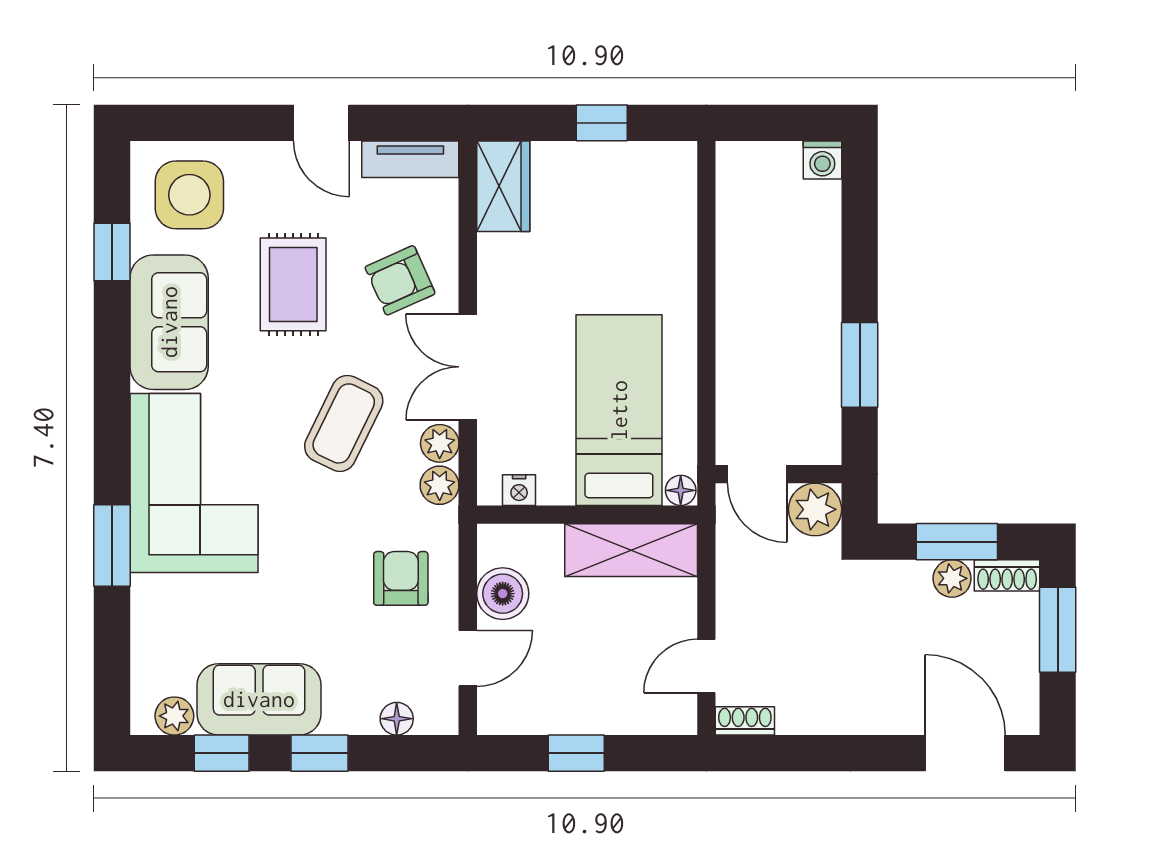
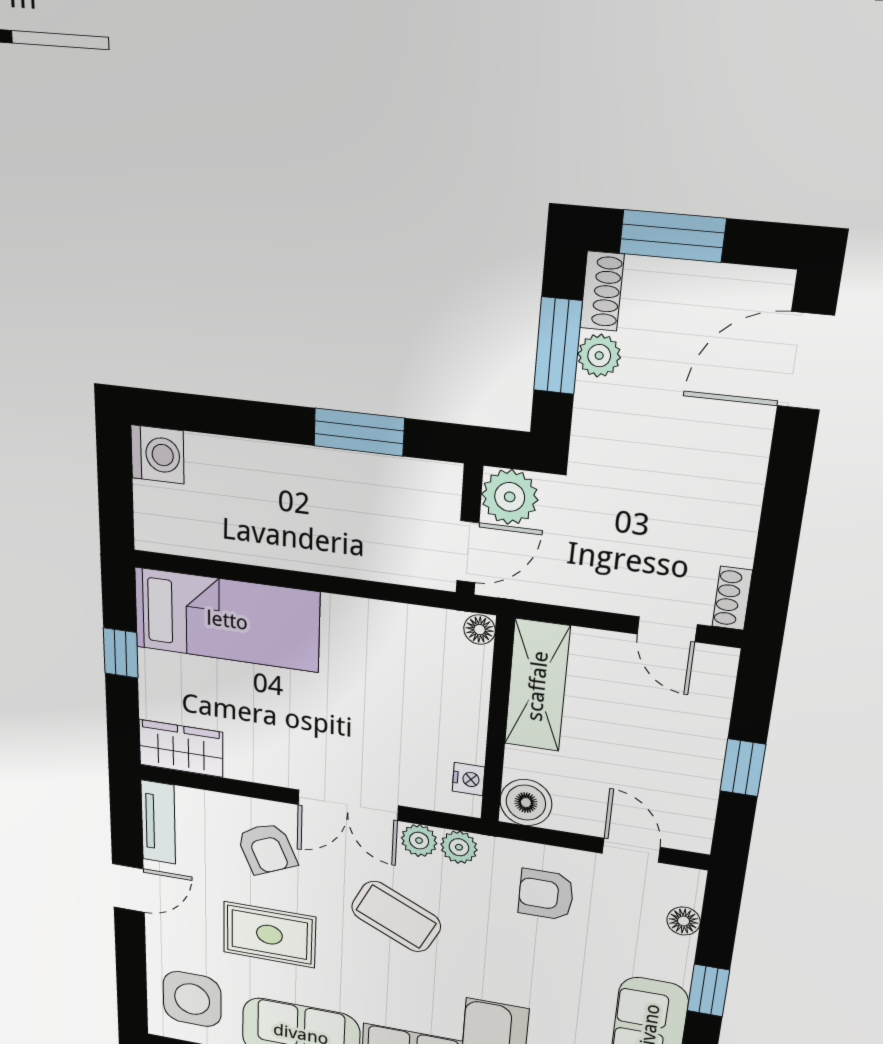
washing machine: (822, 160) -> (158, 454), width x1.38, depth x1.38
bed: (619, 410) -> (227, 620), moved, turned 180
boiler: (503, 594) -> (526, 803), moved

